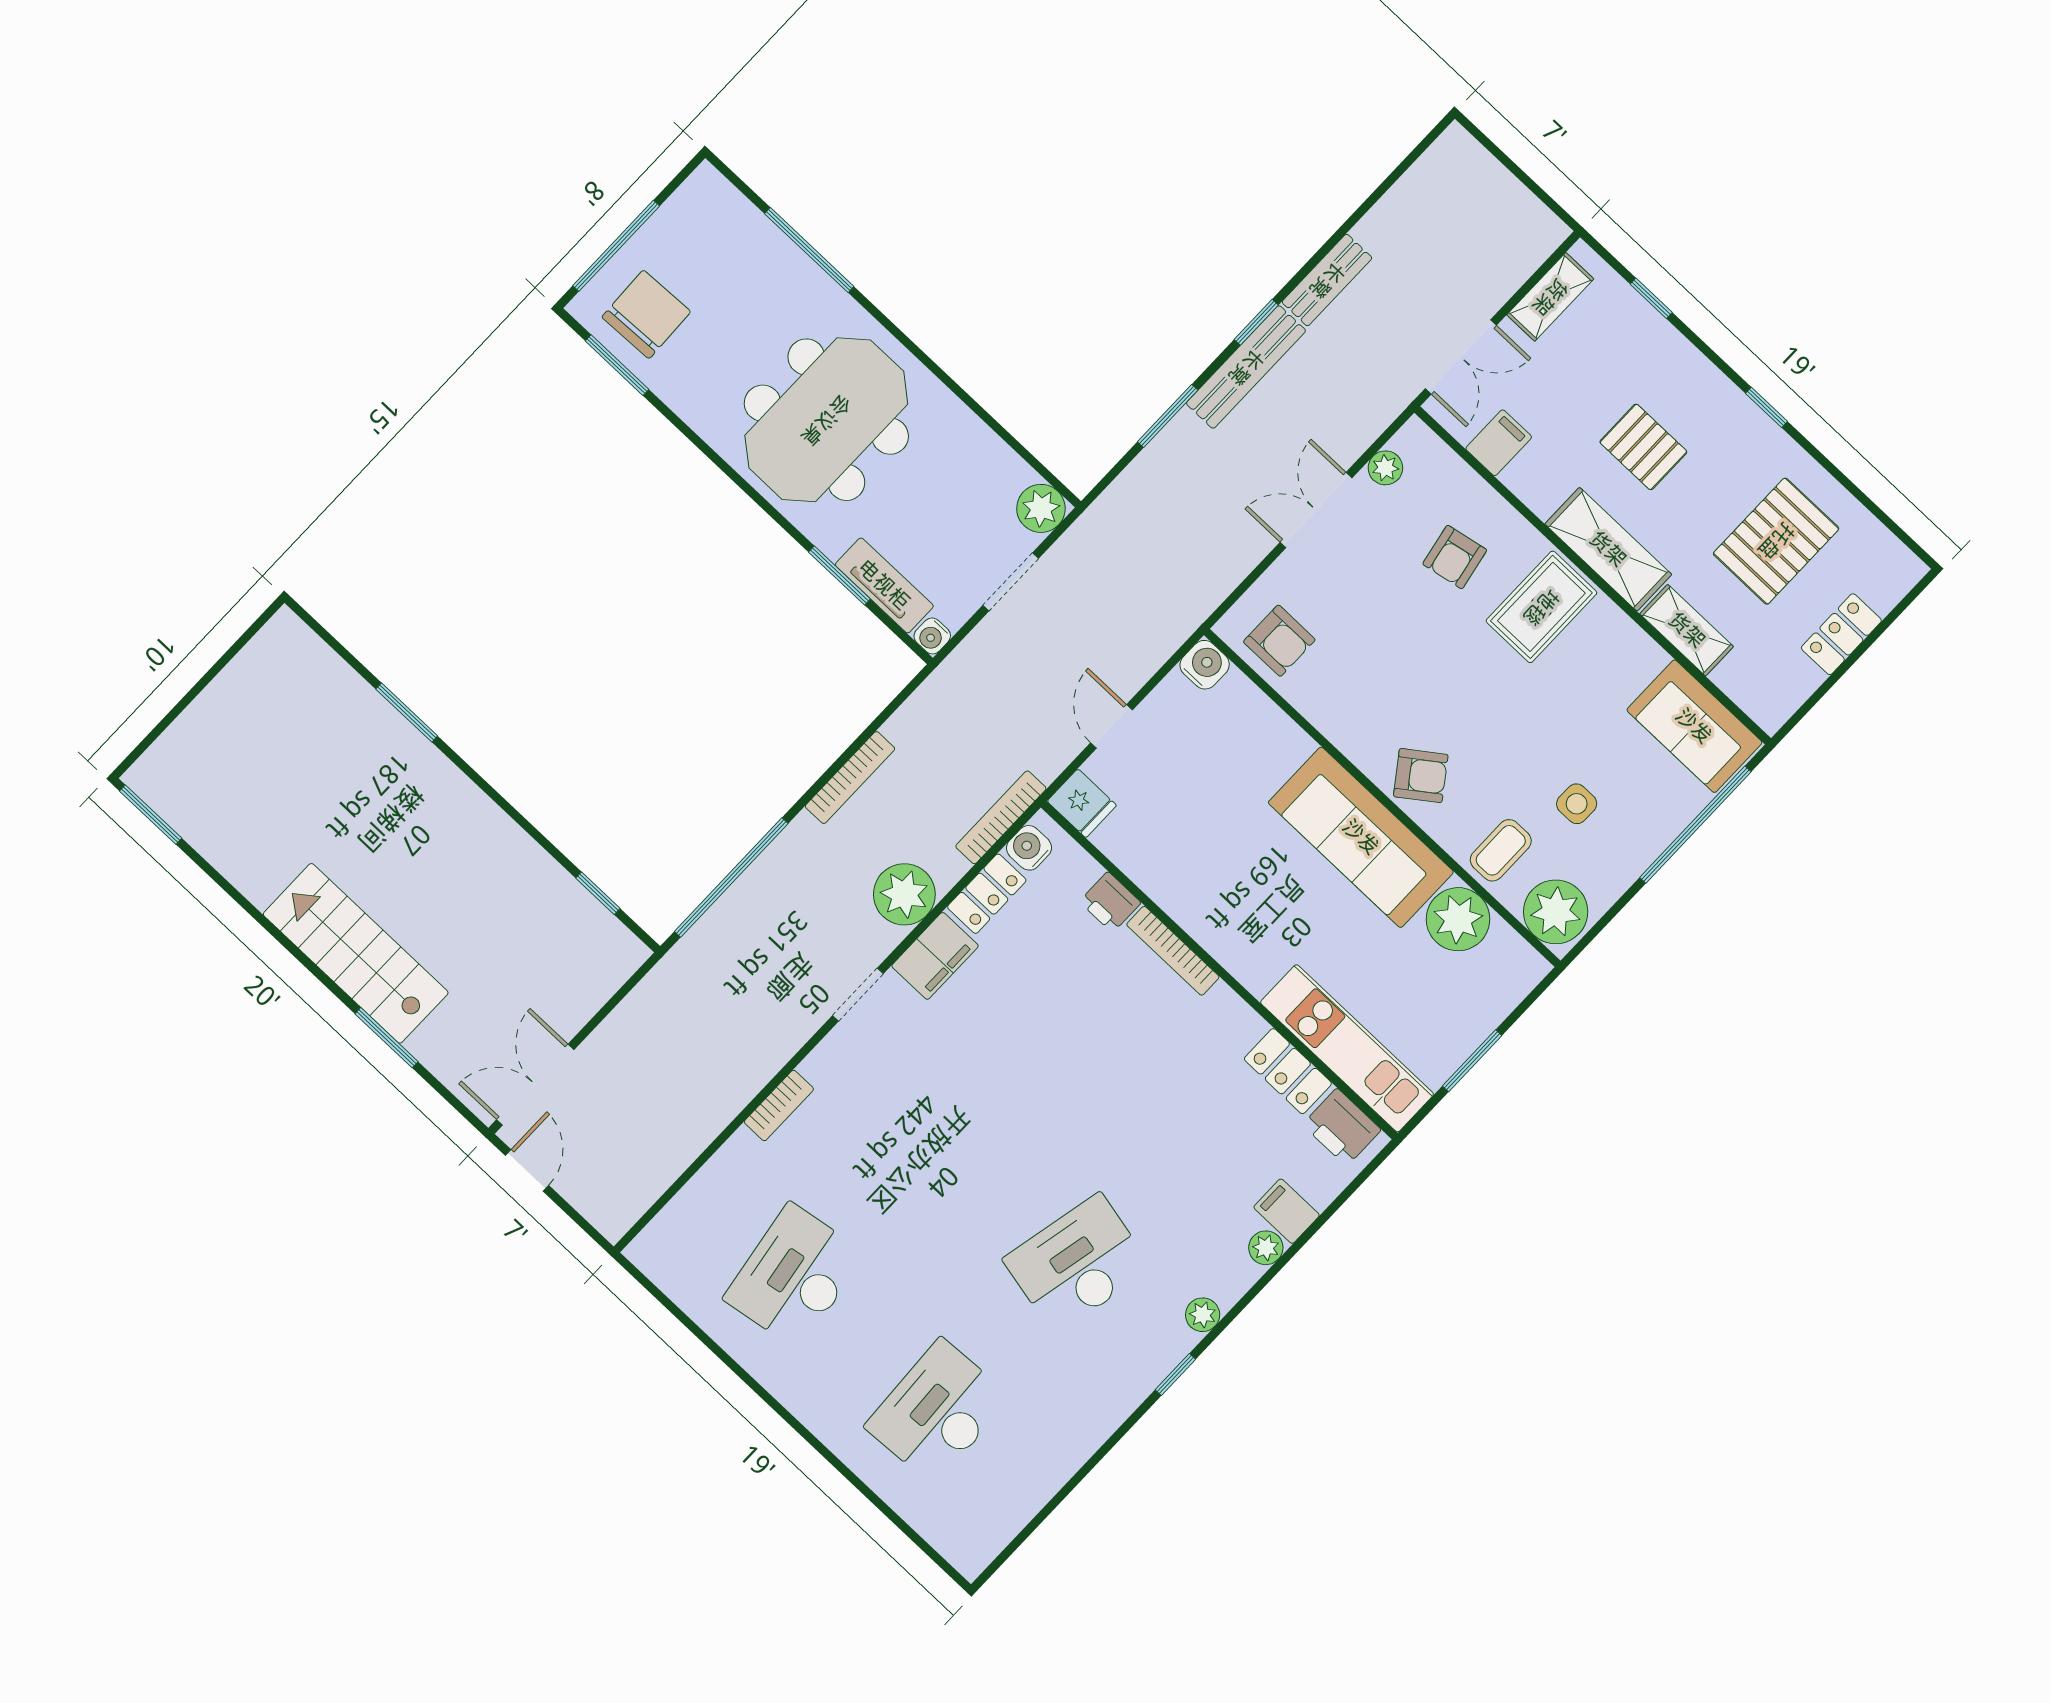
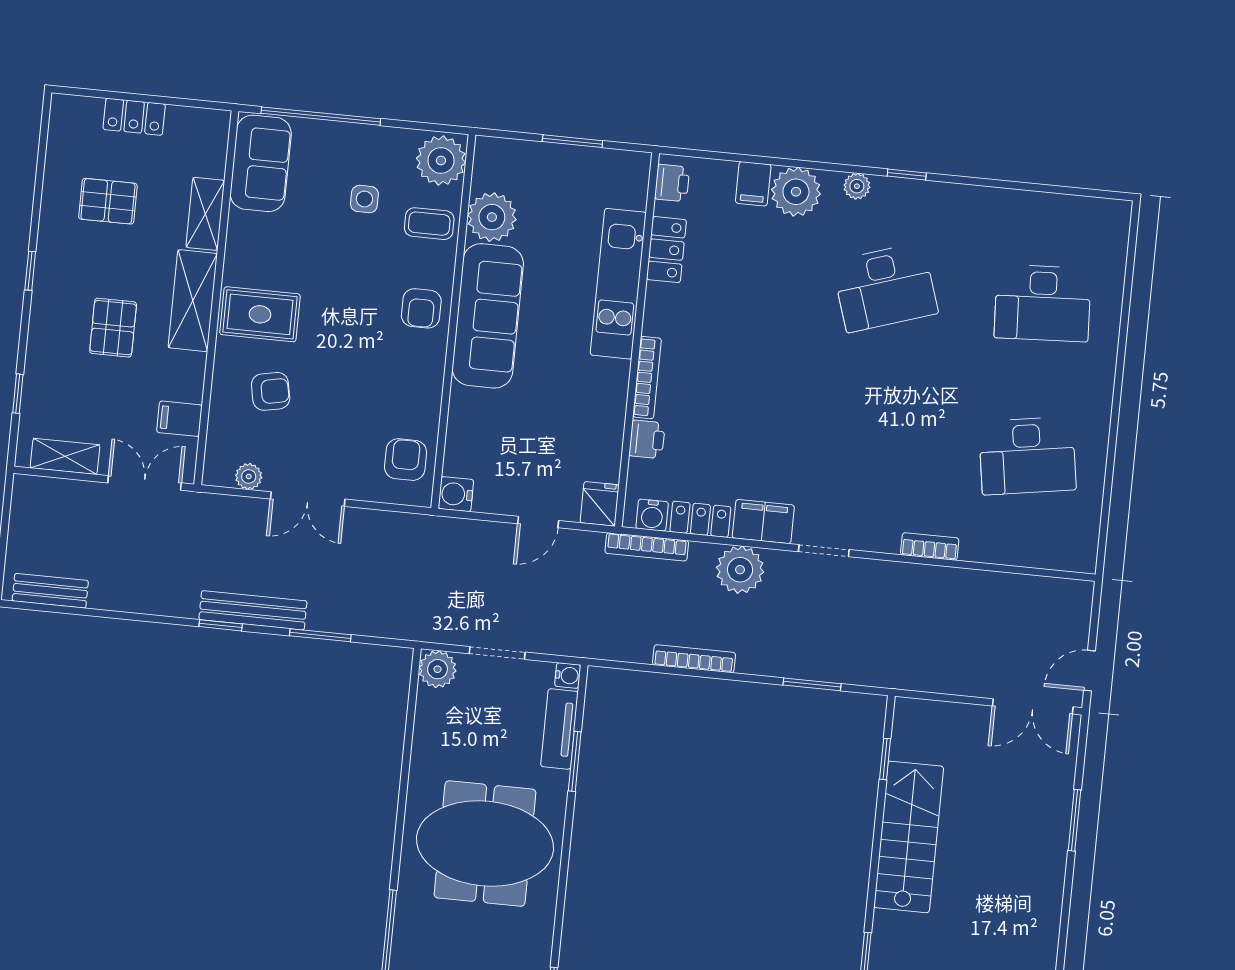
bench: (1327, 280) -> (50, 591), moved
pallet: (1776, 541) -> (108, 201), width x0.67, depth x0.71
armchair: (1421, 776) -> (421, 308), turned -144
window: (731, 877) -> (812, 684), width x0.47
stairs: (356, 953) -> (909, 837), moved, turned 180
kitchen unit: (1347, 1048) -> (618, 284), moved
printer: (1342, 1127) -> (672, 183), width x0.73, depth x0.81
plant: (1266, 1248) -> (796, 192), width x1.88, depth x1.88
desk: (1077, 1264) -> (885, 287), turned -30

